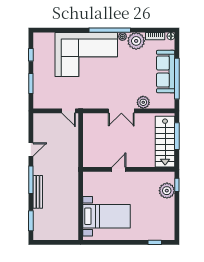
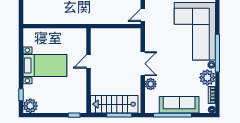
double door: (121, 111) -> (143, 64), swing flipped
door: (119, 169) -> (88, 62), swing flipped
plant: (167, 191) -> (30, 106), moved
bed with nightstands: (107, 216) -> (45, 65), moved, turned -90

